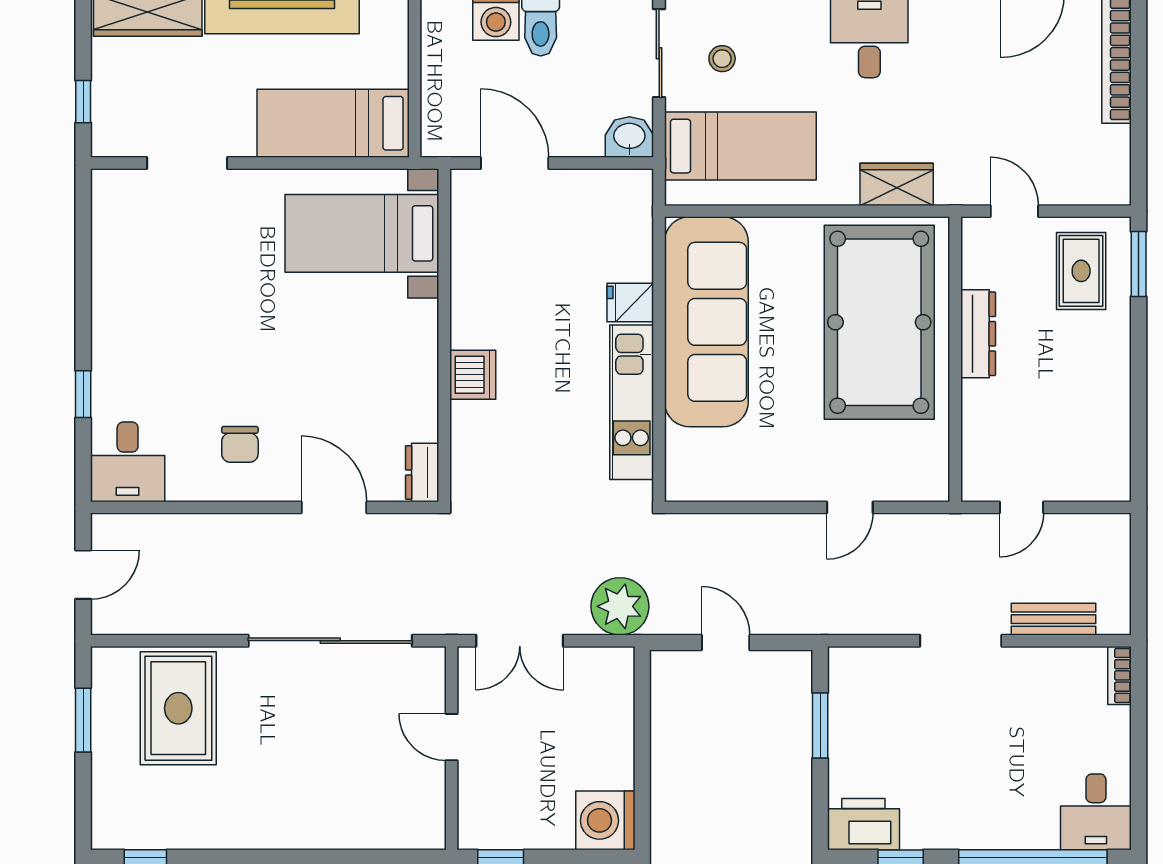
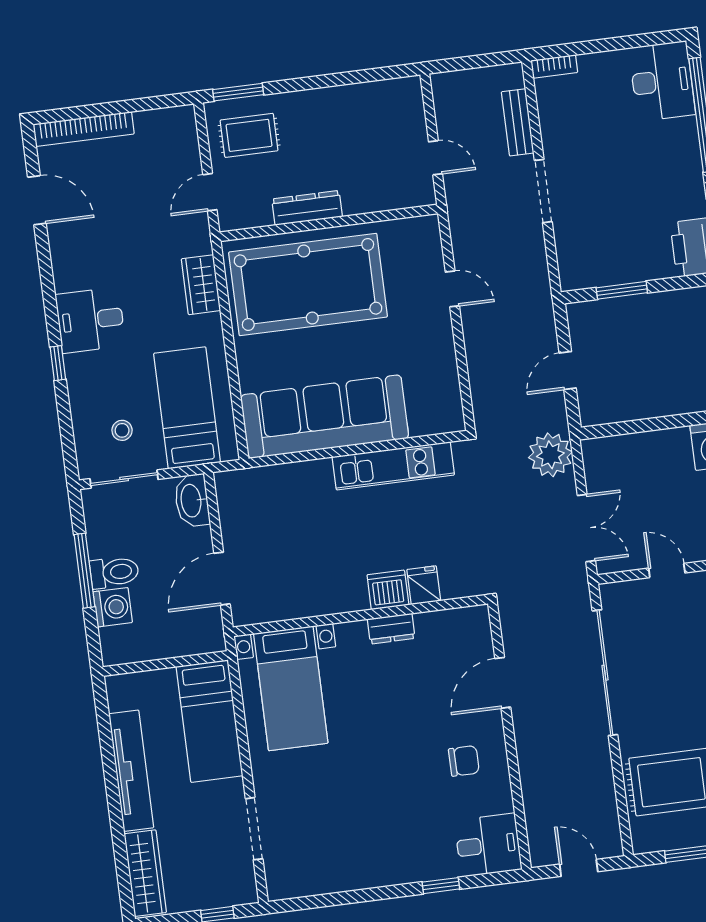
washbasin: (629, 137) -> (192, 501), width x1.38
fridge: (630, 302) -> (424, 585), moved, turned 180
dresser: (422, 473) -> (391, 629), moved
door: (452, 737) -> (667, 571), swing flipped
desk: (1096, 812) -> (662, 81), width x1.37

